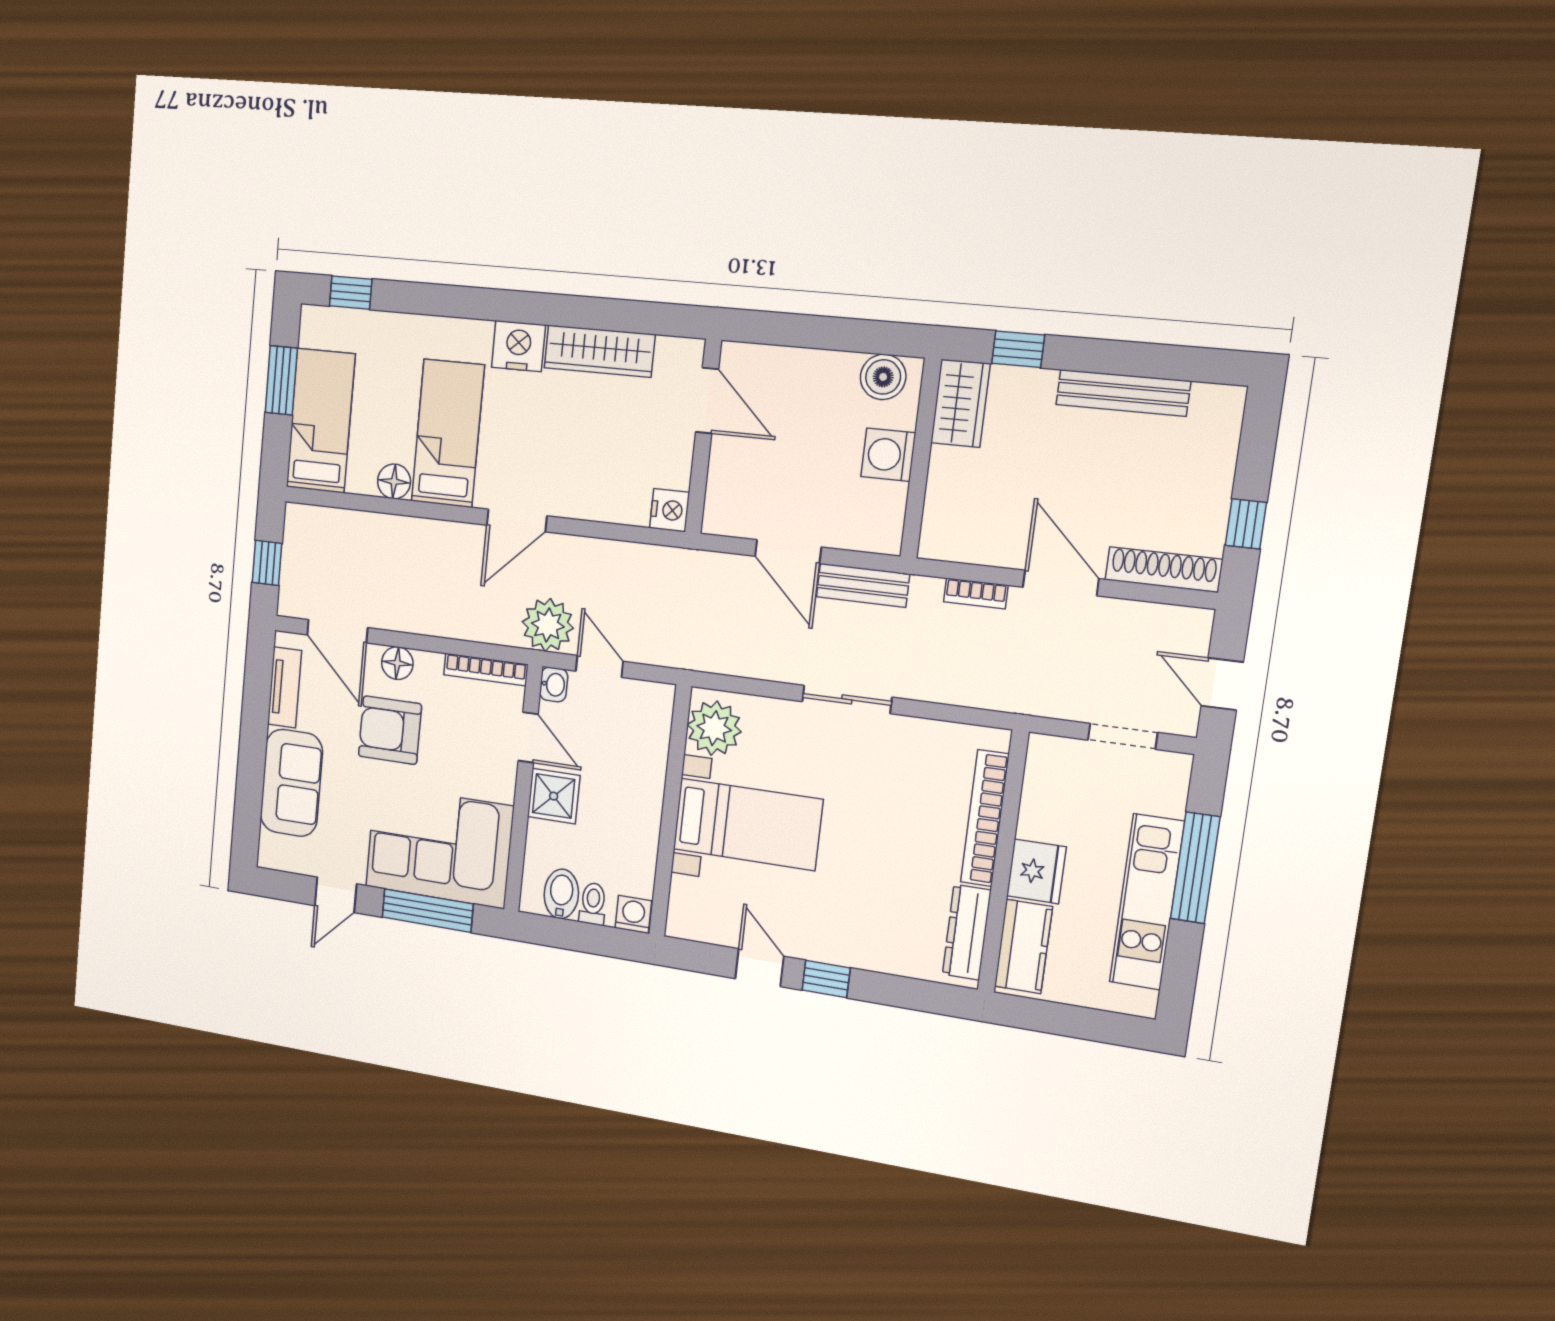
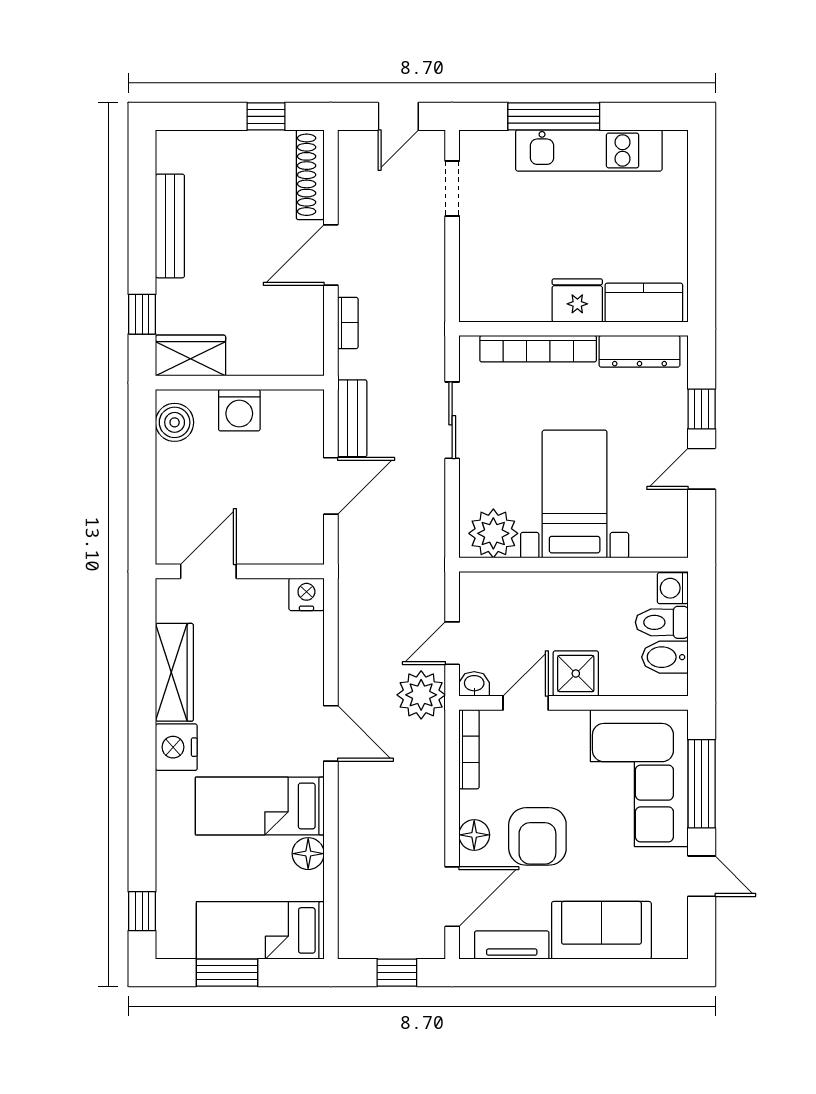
bookcase: (985, 818) -> (538, 349), moved
wall: (1003, 862) -> (574, 329), moved
fridge: (1036, 871) -> (577, 300), moved
toilet: (593, 904) -> (662, 622), width x1.37, depth x1.39
dresser: (967, 932) -> (639, 351), moved
kitchen counter: (1023, 946) -> (644, 303), moved

